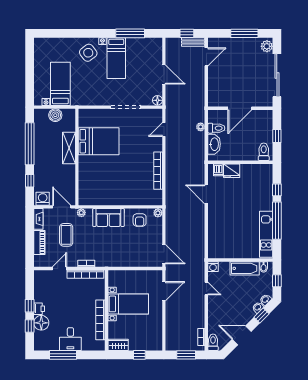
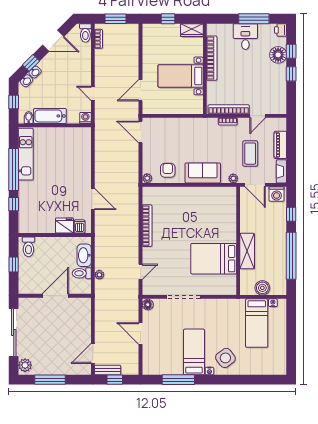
printer: (39, 309) -> (281, 30), moved

